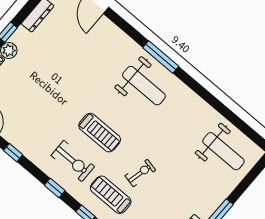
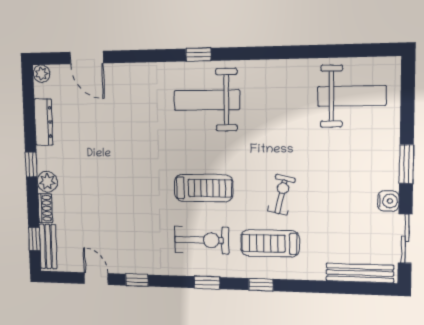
window: (161, 57) -> (198, 55), width x0.46
weight bench: (144, 86) -> (207, 100), turned 180

